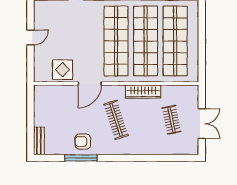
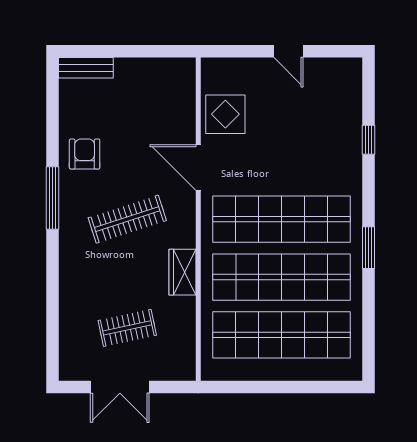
wardrobe: (143, 92) -> (182, 272), width x0.67
window: (81, 158) -> (53, 198), moved

